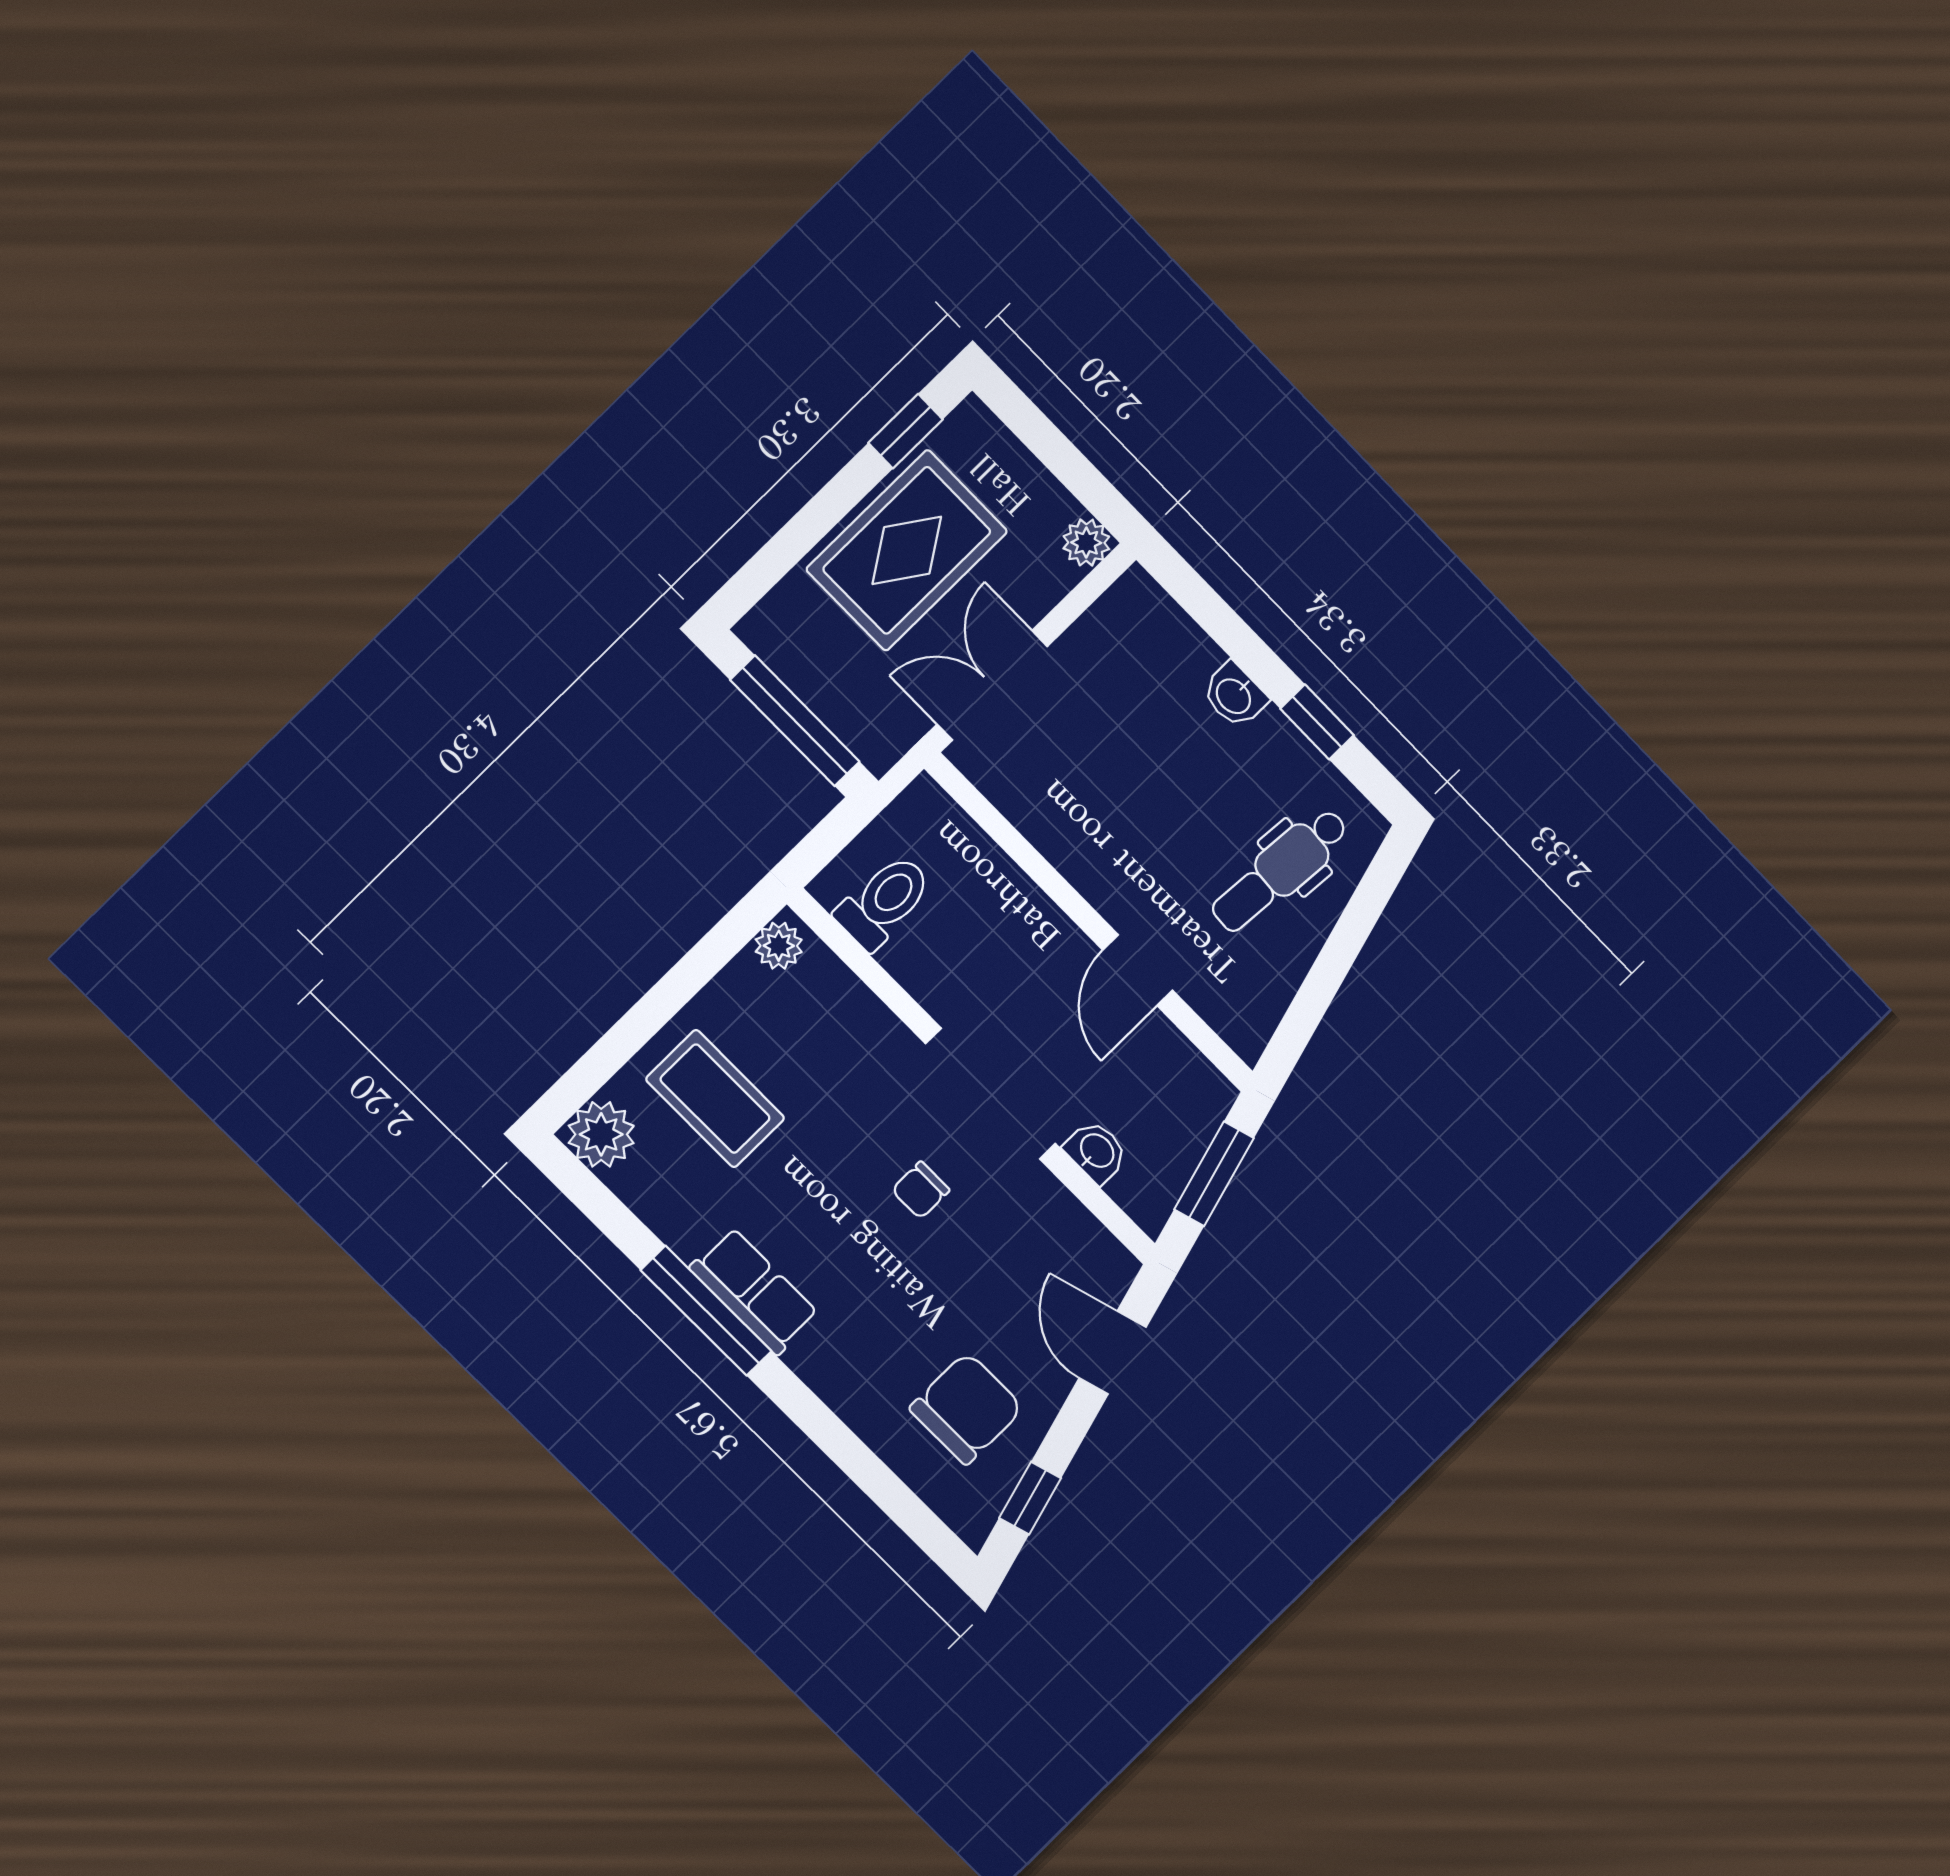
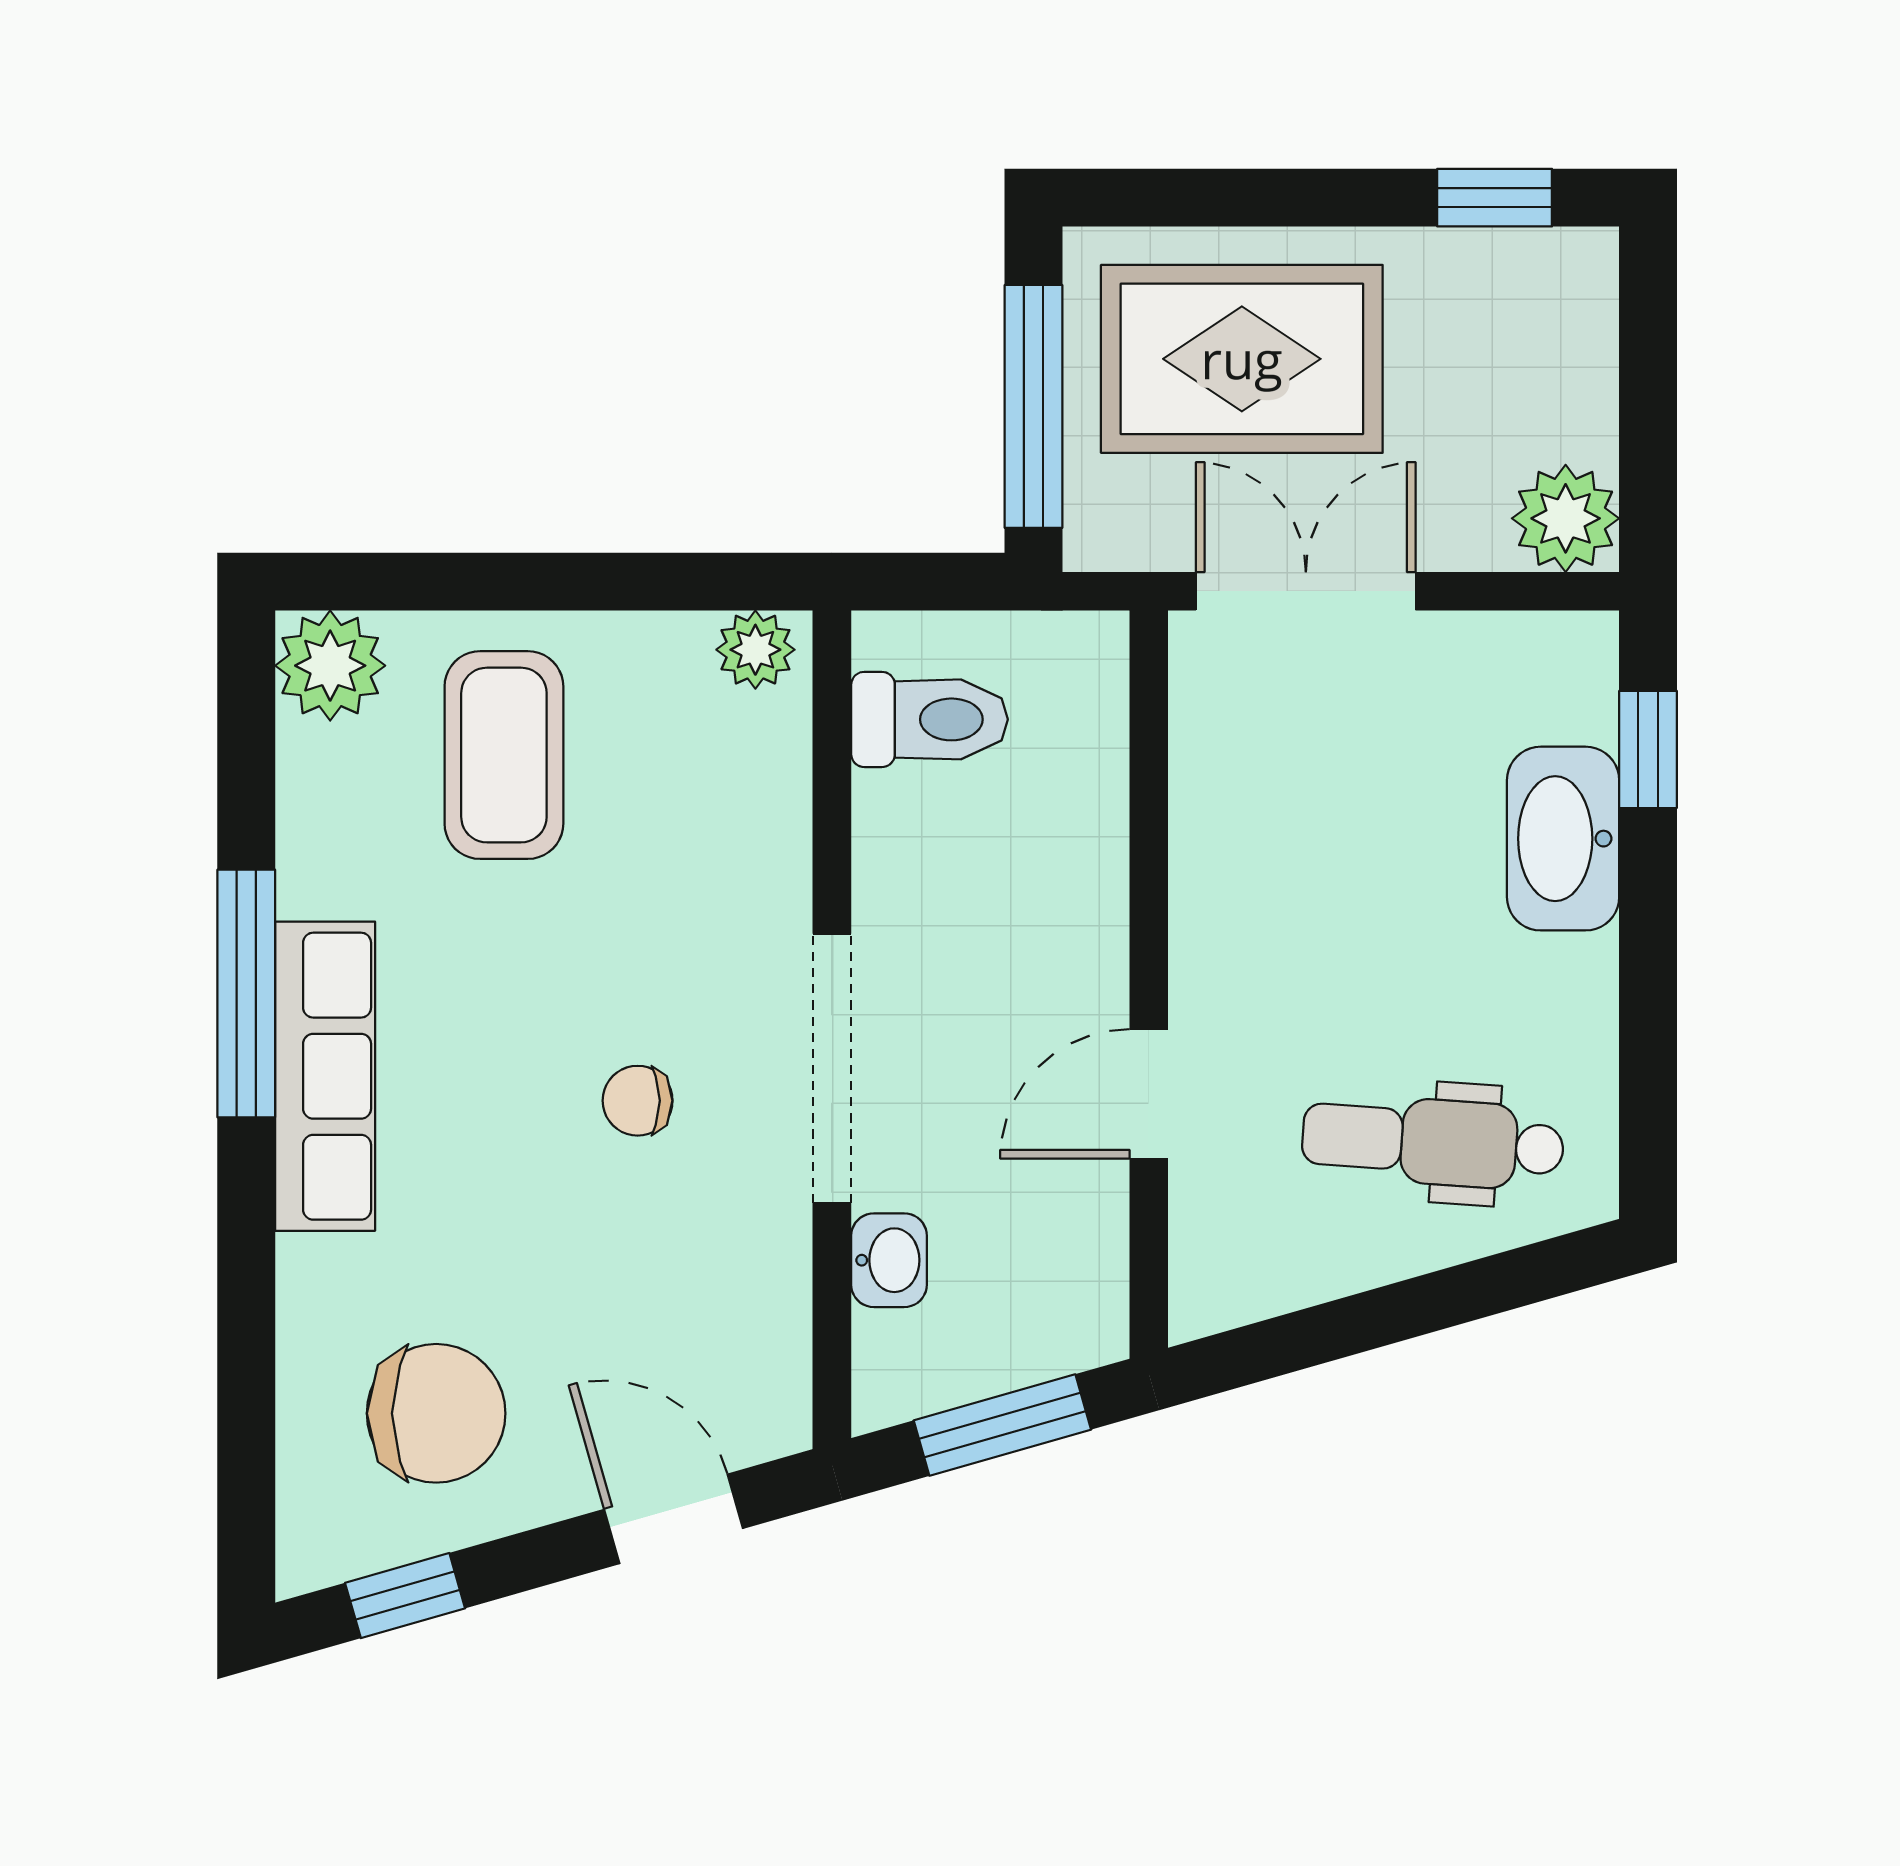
plant: (1086, 543) -> (1566, 518), width x1.38, depth x1.38
rug: (907, 550) -> (1242, 359), moved
washbasin: (1234, 695) -> (1563, 839), width x1.91, depth x1.45
window: (1317, 722) -> (1648, 749), moved
row of seats: (754, 1291) -> (325, 1076), width x1.48
door: (1113, 1353) -> (674, 1519), hinge flipped

